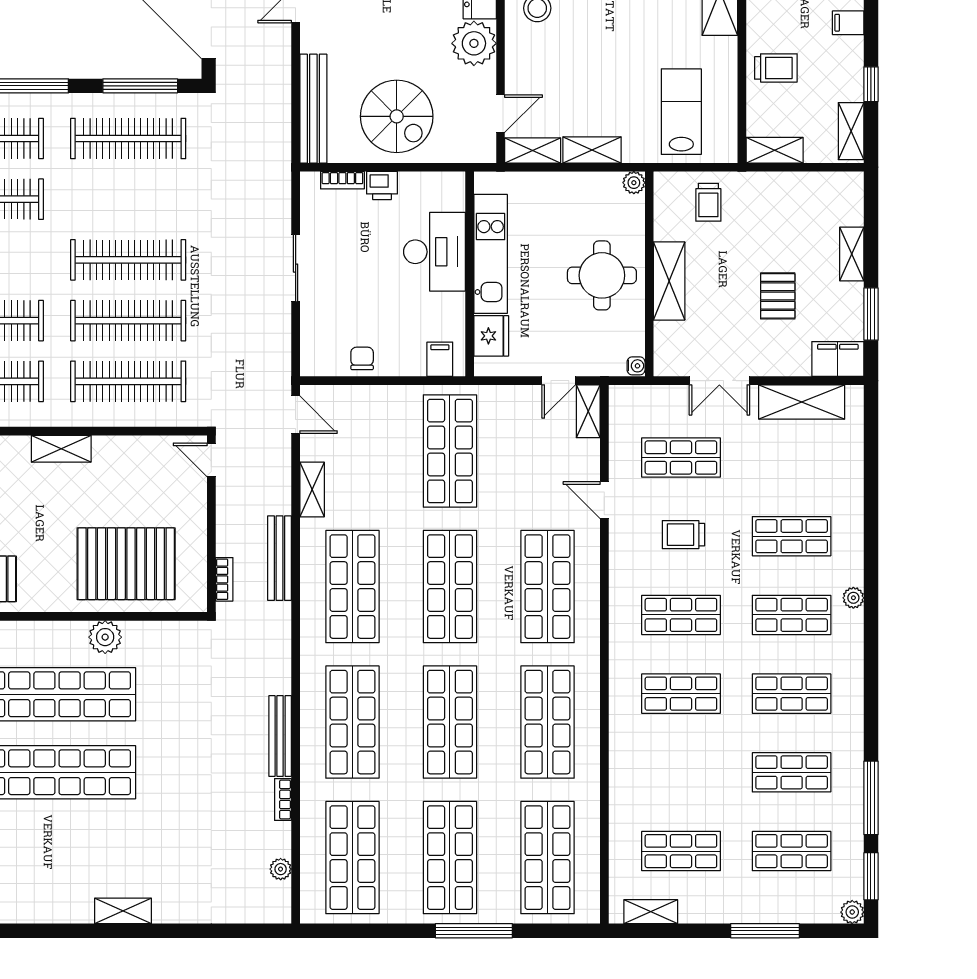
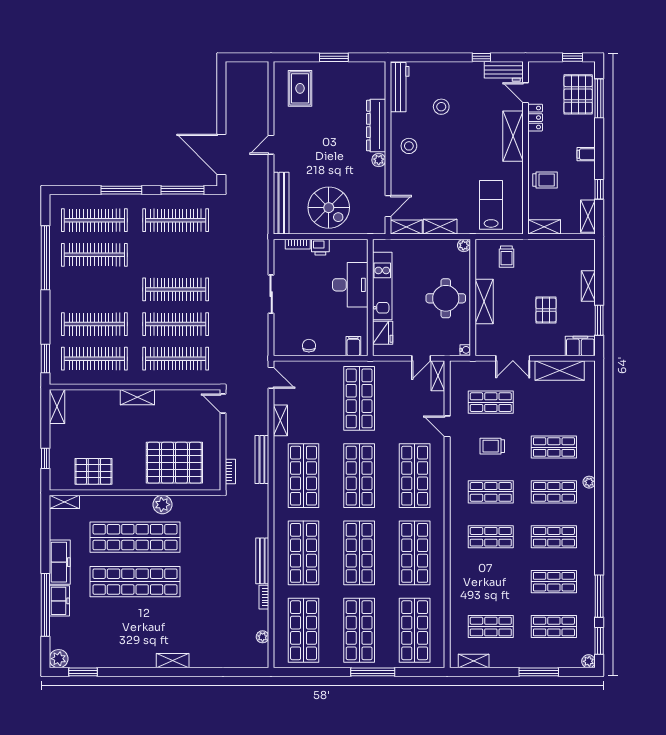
plant: (474, 43) -> (379, 160), width x0.53, depth x0.53

